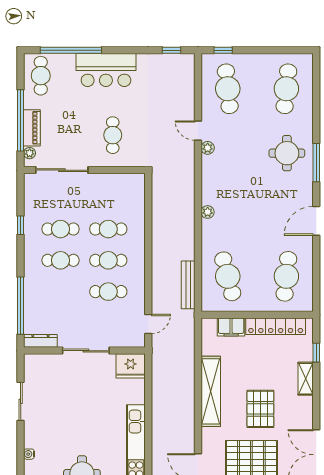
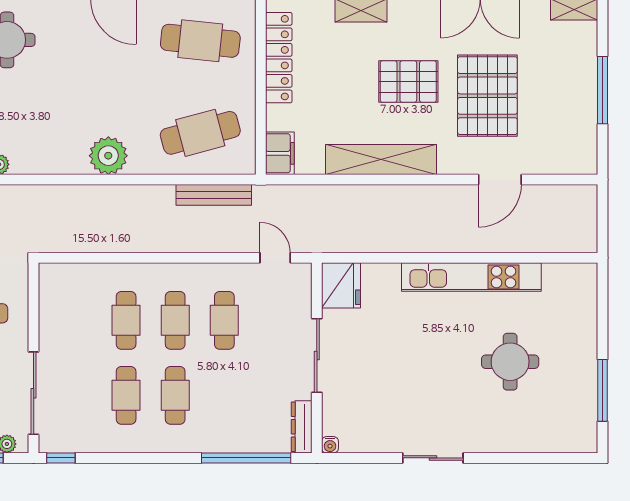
plant: (208, 212) -> (108, 156), width x1.88, depth x1.88
window: (21, 225) -> (61, 458), moved
filing cabinet: (231, 327) -> (280, 153), moved
sliding door: (21, 401) -> (433, 458), moved
water cooler: (29, 454) -> (330, 445), moved

